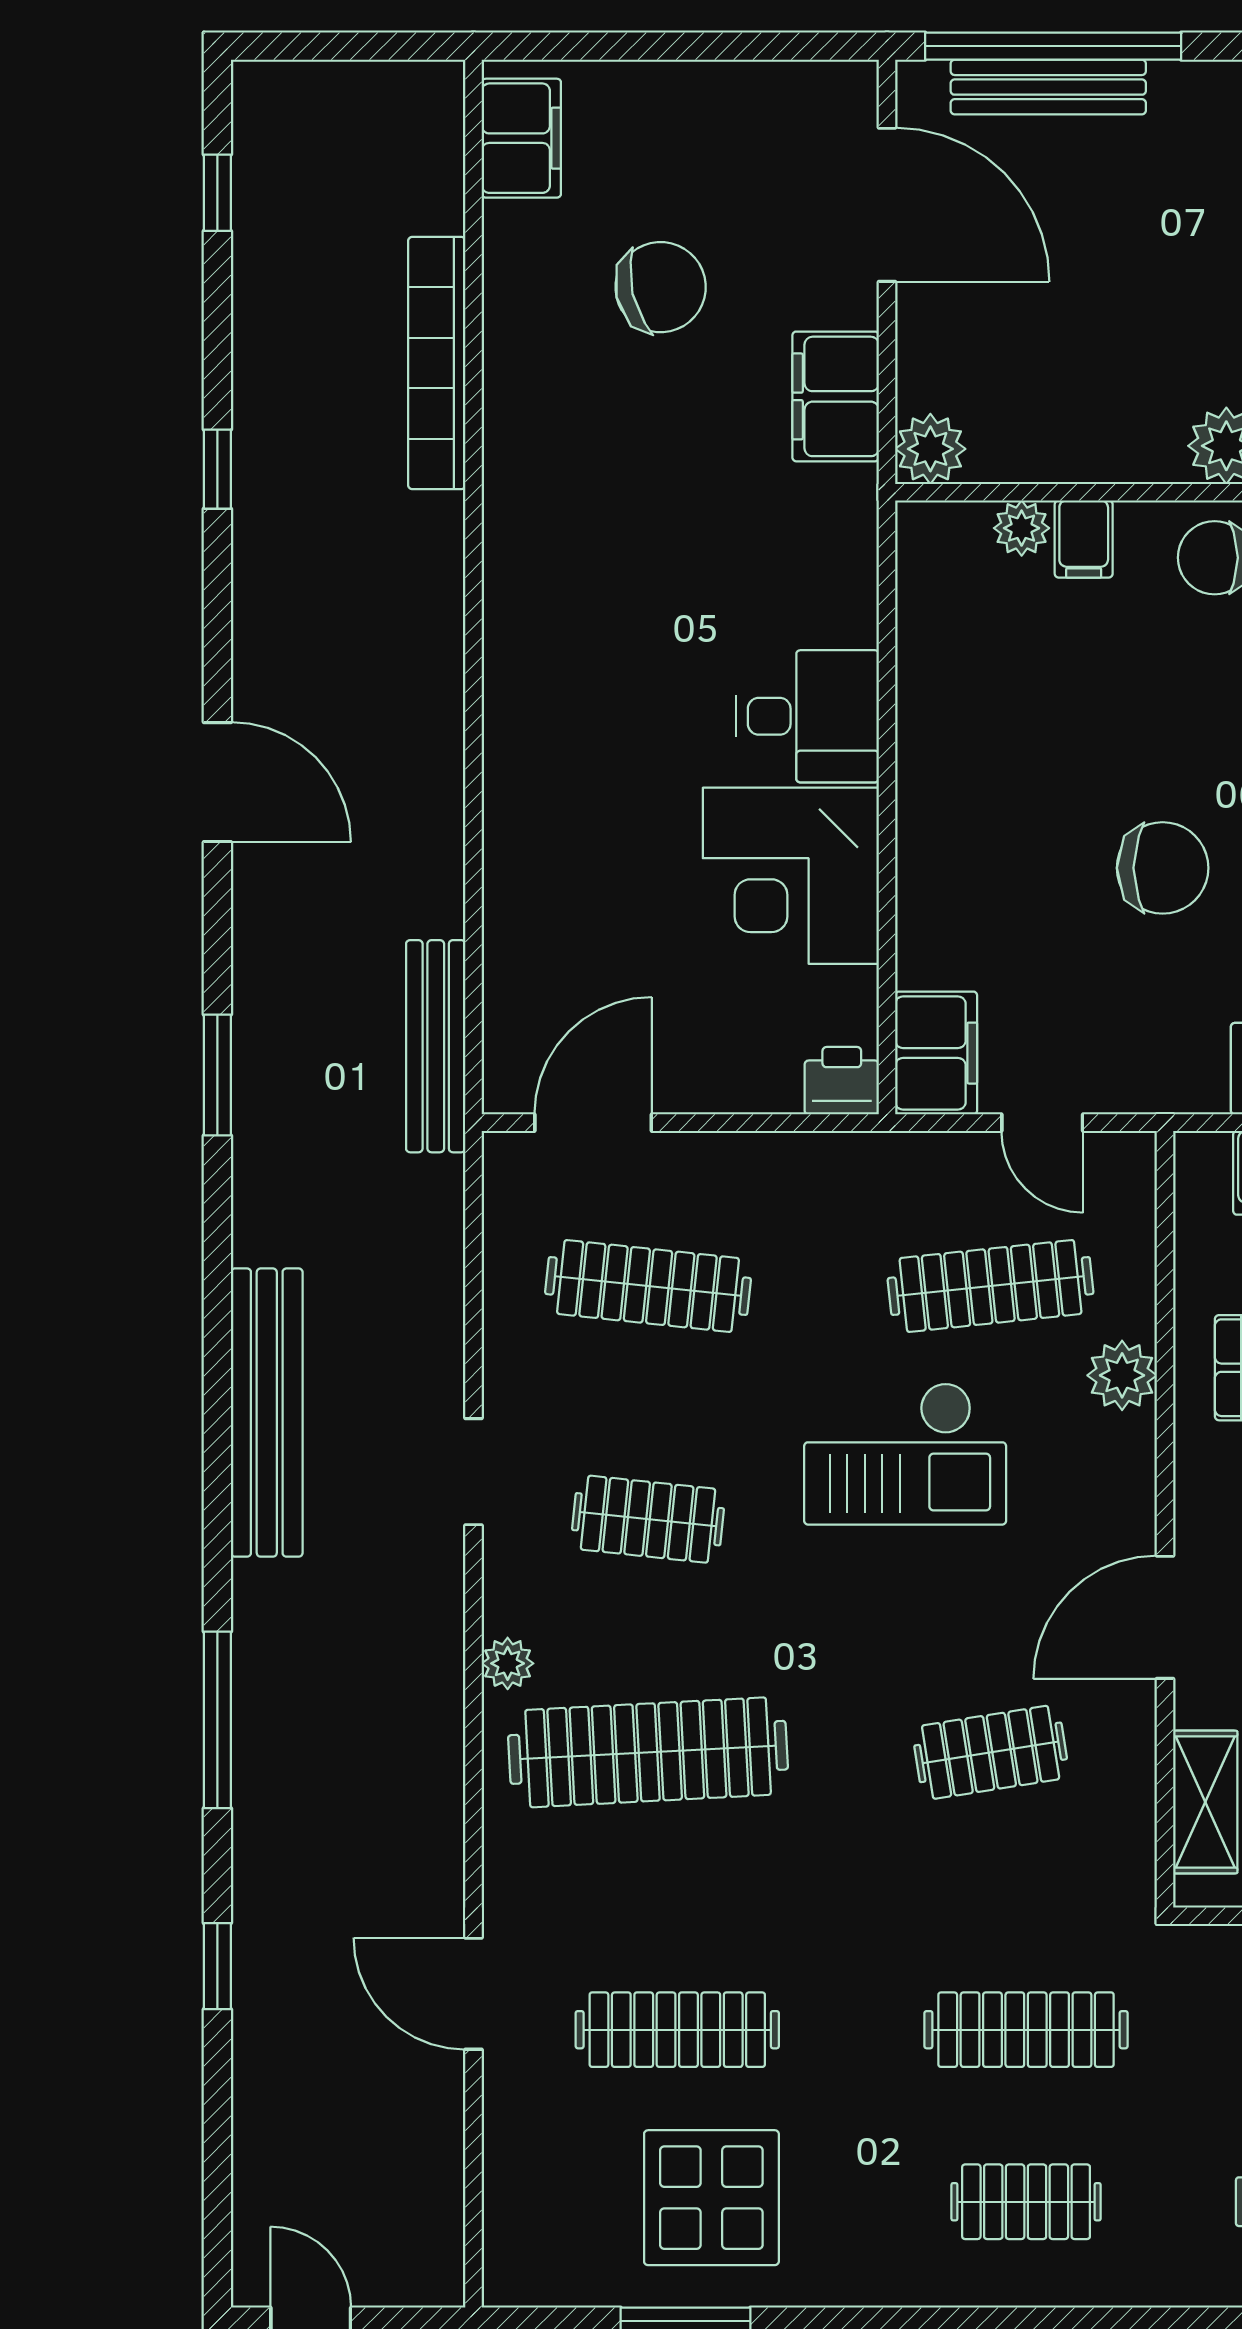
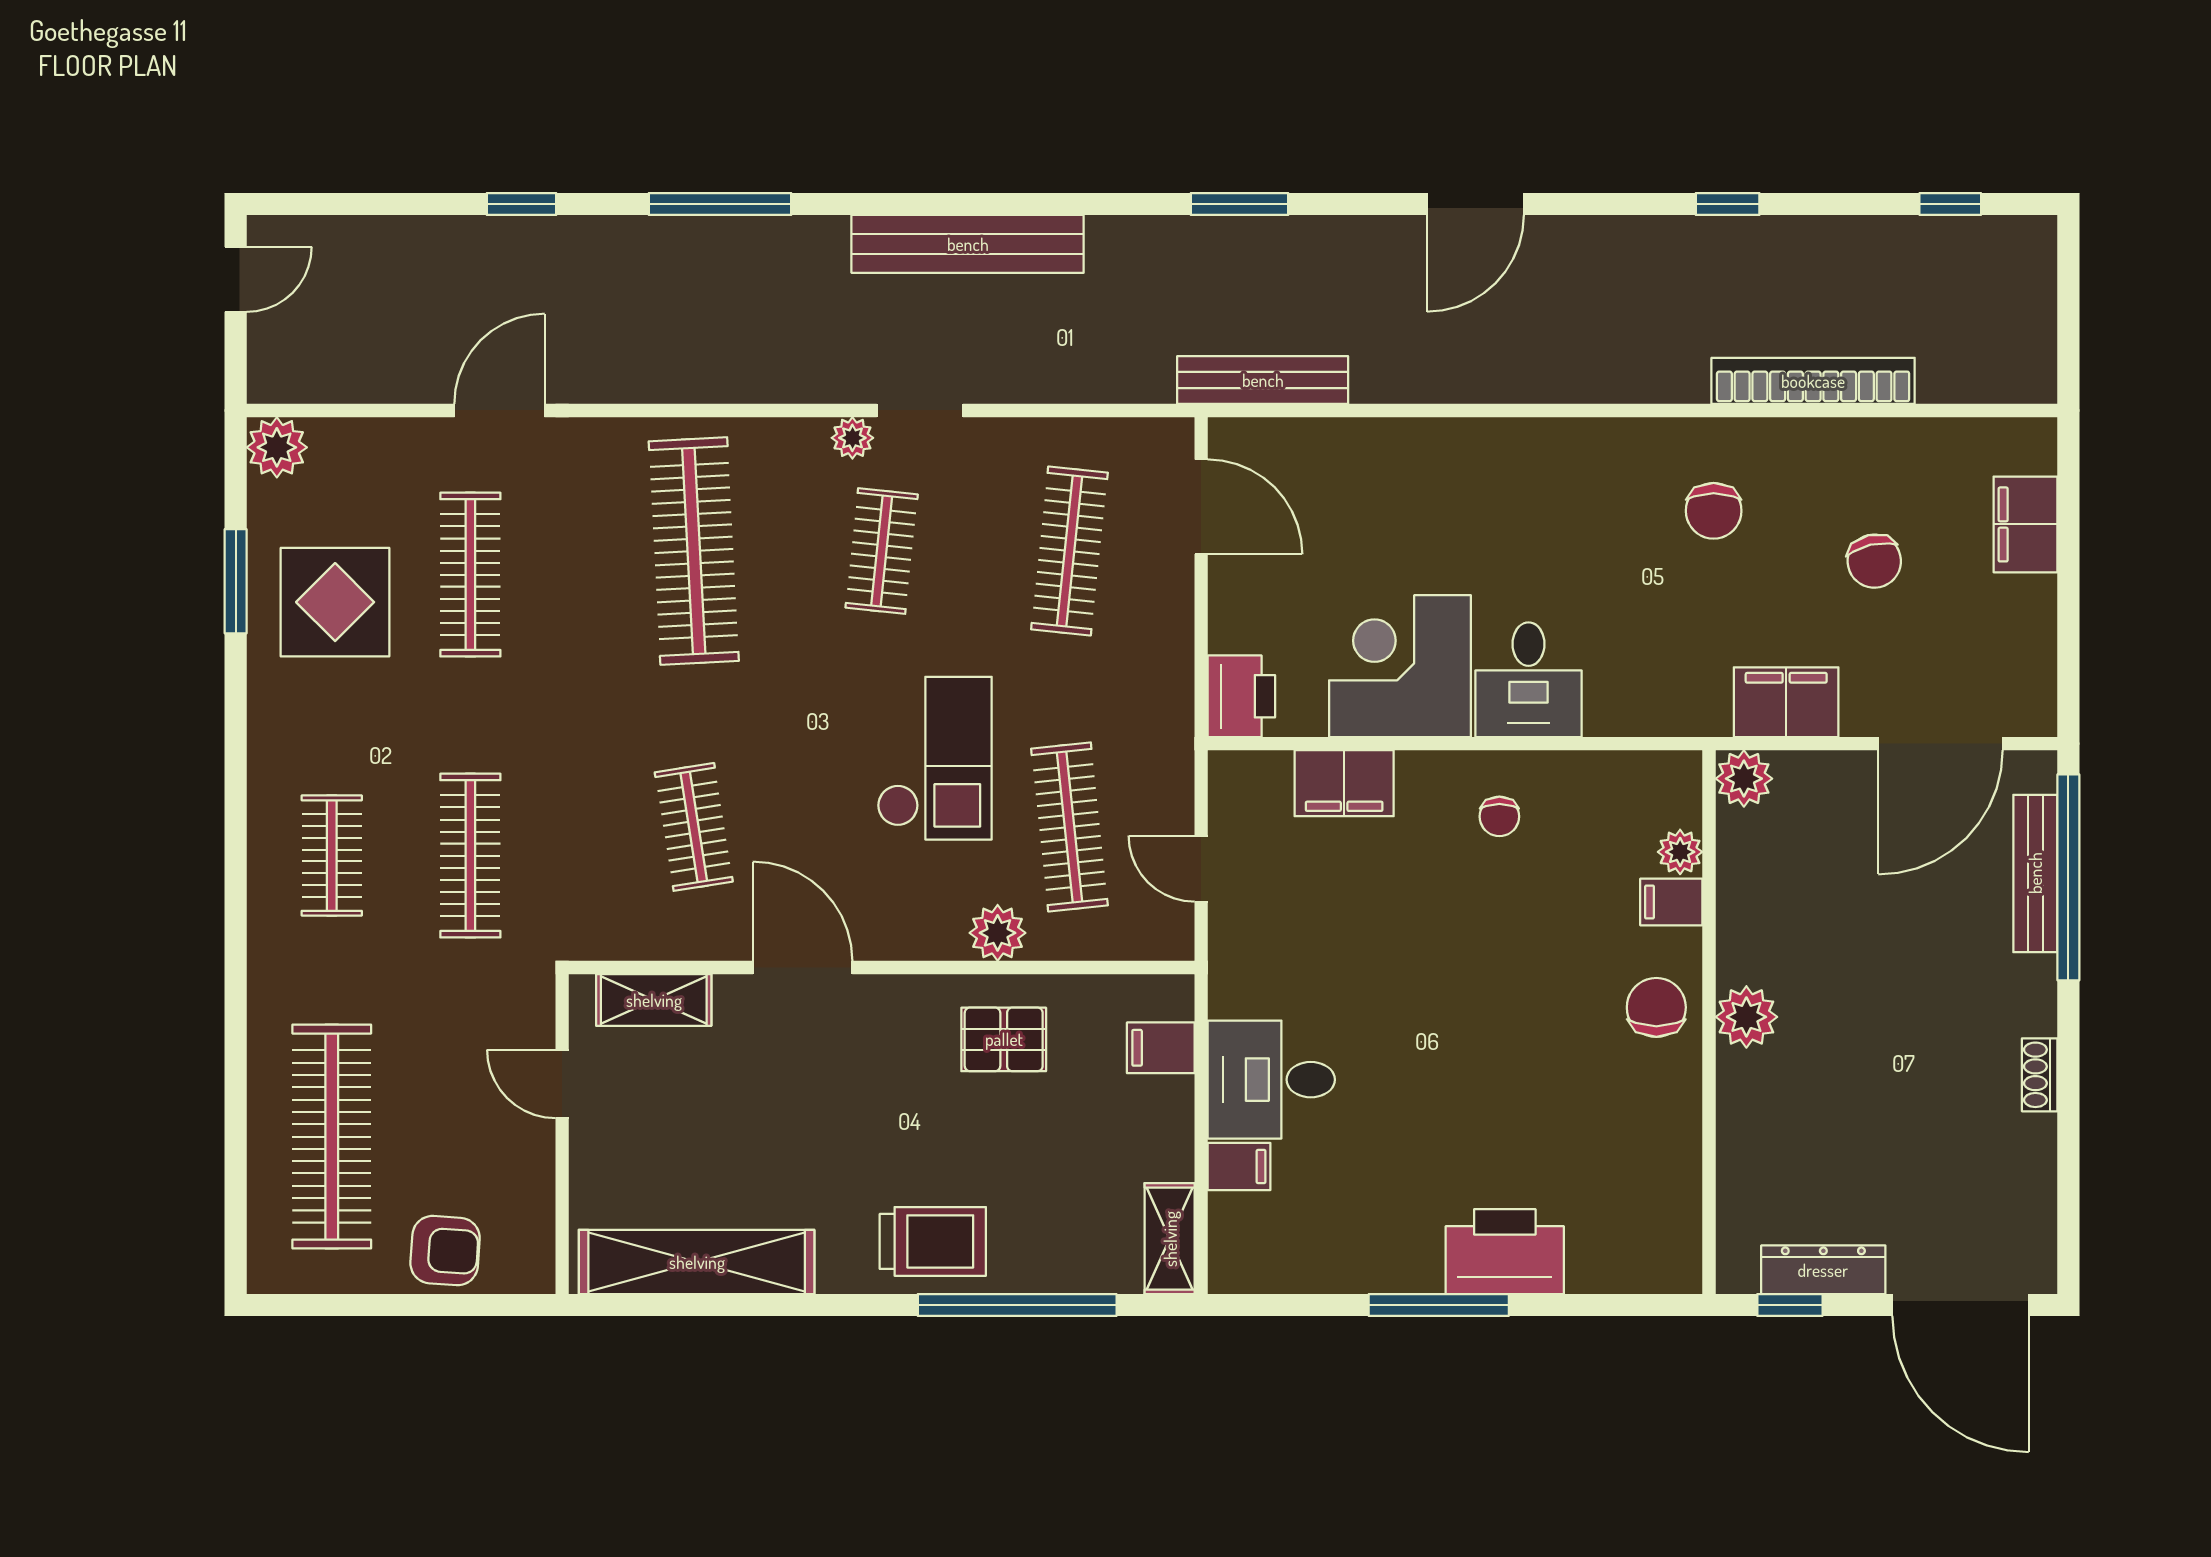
filing cabinet: (521, 138) -> (2025, 524), moved, turned 90
chair: (661, 287) -> (1874, 561), width x0.73, depth x0.73
chair: (598, 487) -> (1714, 511), added
chair: (1163, 868) -> (1499, 816), moved, width x0.54, depth x0.54
filing cabinet: (936, 1053) -> (1344, 783), moved
printer: (842, 1081) -> (1241, 696), width x1.36, depth x1.24
door: (1042, 1123) -> (1201, 869), hinge flipped
checkout: (905, 1454) -> (934, 758), turned 180
plant: (508, 1663) -> (852, 438), moved
plant: (519, 2270) -> (277, 447), added

